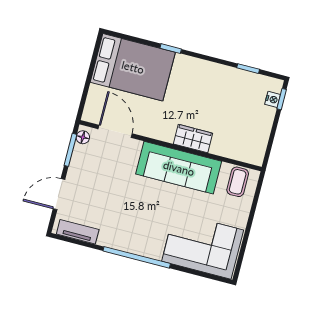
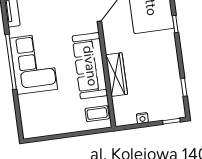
nightstand: (273, 99) -> (142, 118), moved
wardrobe: (193, 139) -> (117, 75), width x1.50
corner sofa: (203, 246) -> (34, 64), moved

